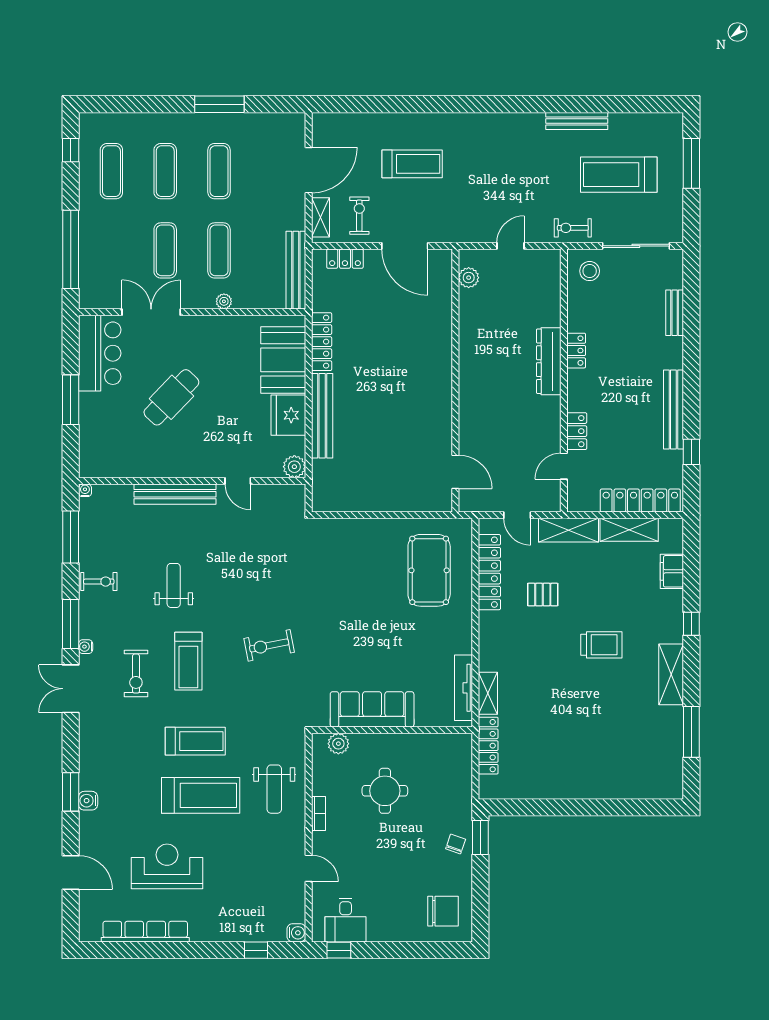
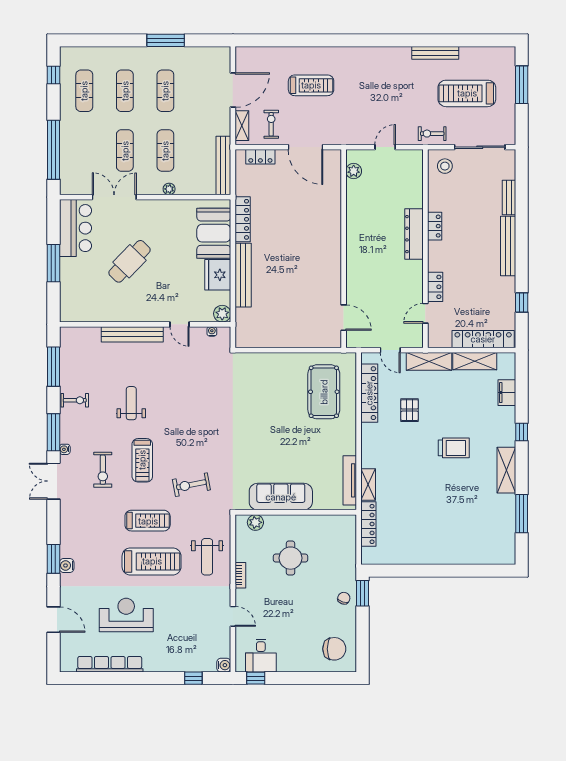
bench: (673, 409) -> (508, 246), moved
water cooler: (85, 490) -> (212, 331), moved
pallet: (543, 595) -> (410, 410), turned 90
exercise bike: (269, 645) -> (191, 485), moved

